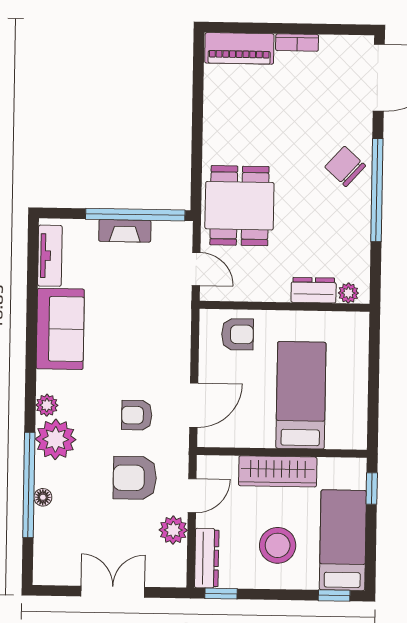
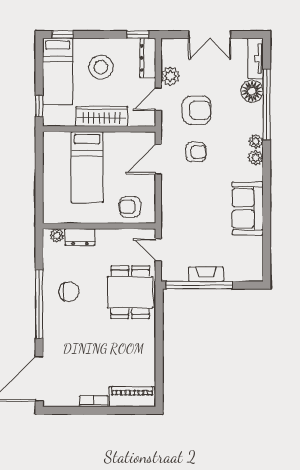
chair: (345, 166) -> (69, 291), moved, turned -42
tv unit: (50, 256) -> (255, 58), moved
plant: (56, 439) -> (256, 141), width x0.53, depth x0.53
floor lamp: (43, 497) -> (252, 91), width x1.89, depth x1.89

